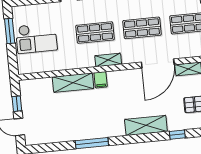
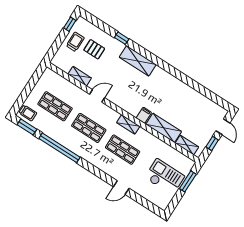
window: (10, 31) -> (188, 181), moved
door: (158, 63) -> (97, 96), width x0.53
shelving: (39, 84) -> (187, 145), added
window: (92, 143) -> (183, 78), removed

